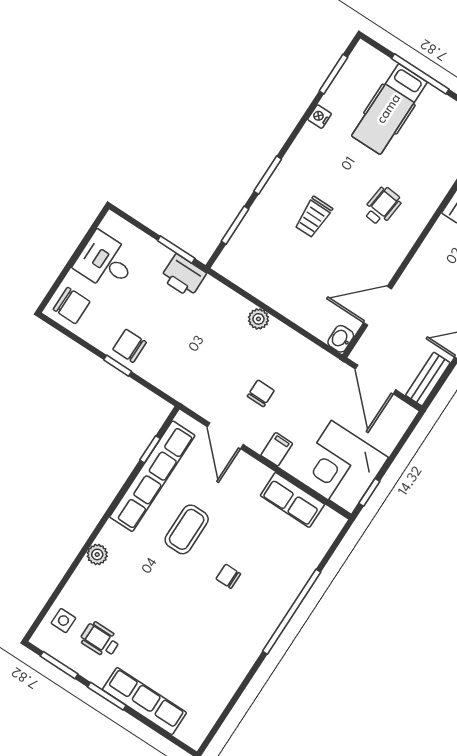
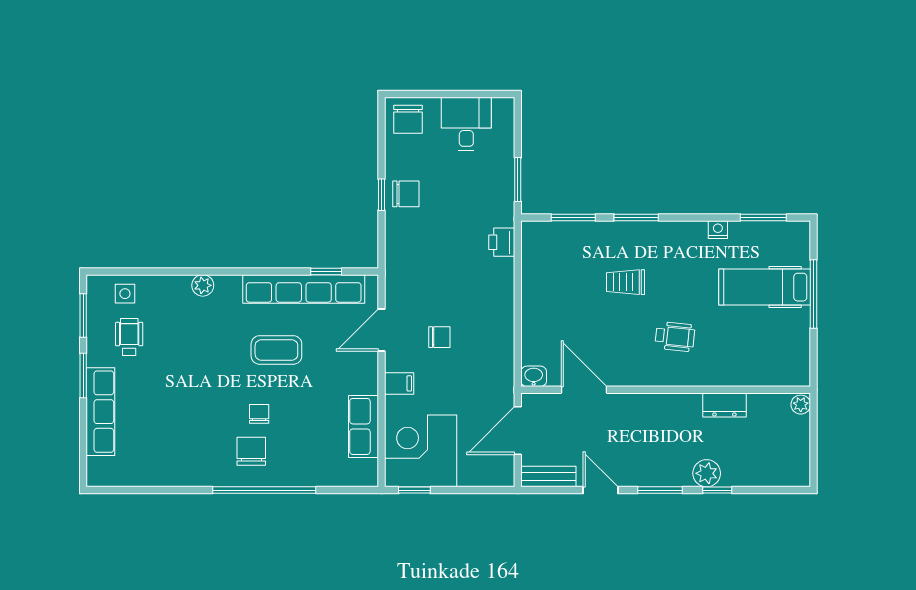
printer: (183, 276) -> (502, 242), moved, width x0.73, depth x0.81
plant: (258, 319) -> (504, 292), removed
chair: (130, 346) -> (406, 194), turned 90
chair: (254, 602) -> (251, 451), added

